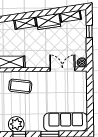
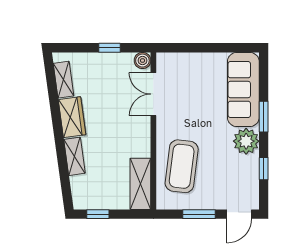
window: (89, 31) -> (110, 48), moved
coffee table: (20, 86) -> (182, 166), width x1.36, depth x1.32
plant: (16, 124) -> (246, 141), moved

